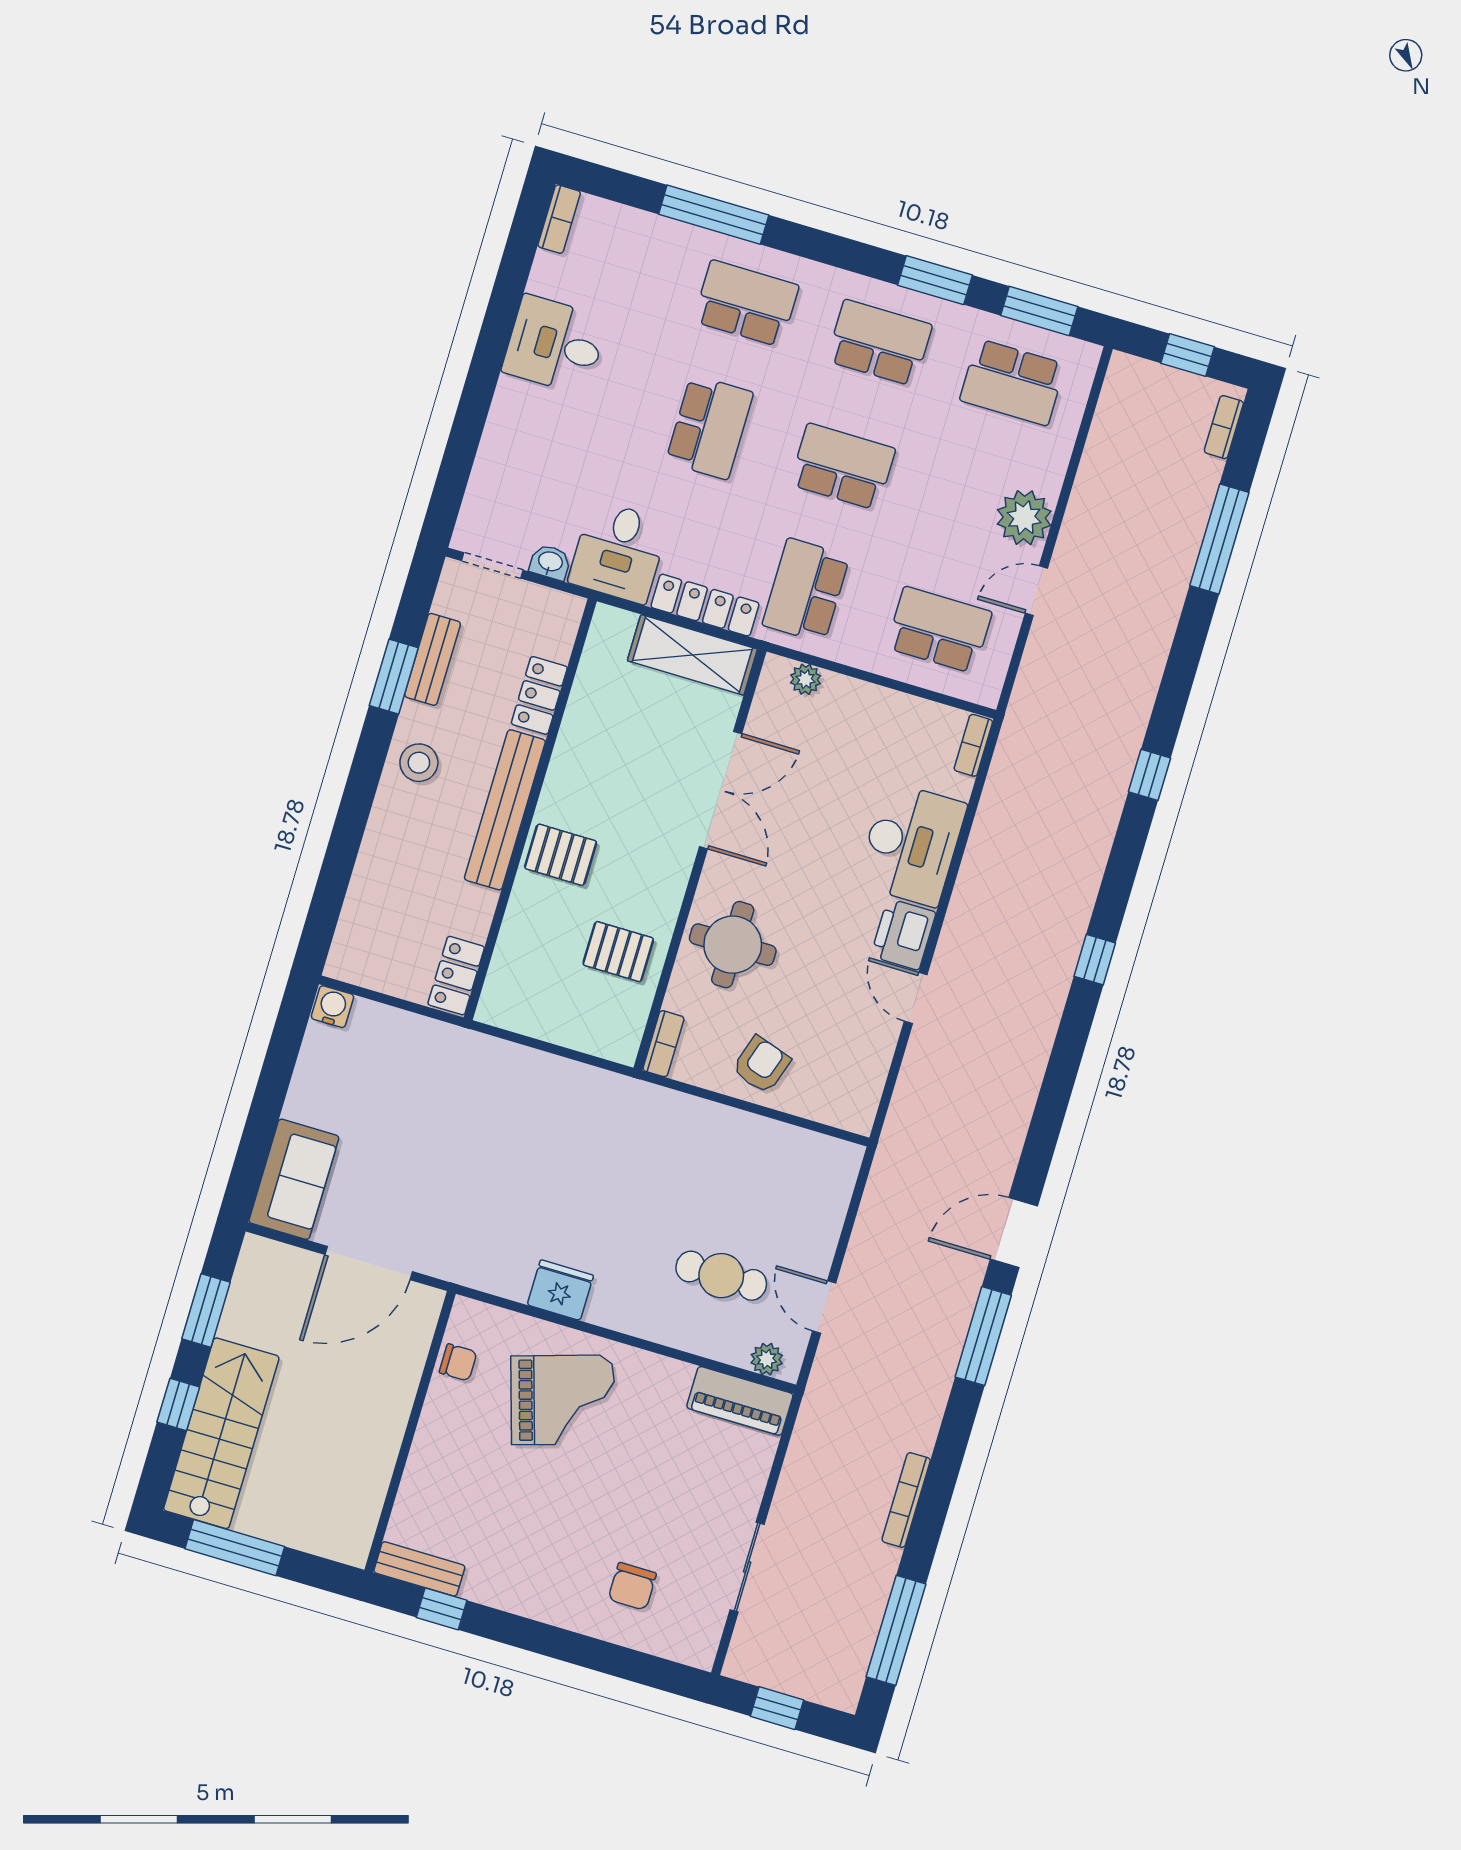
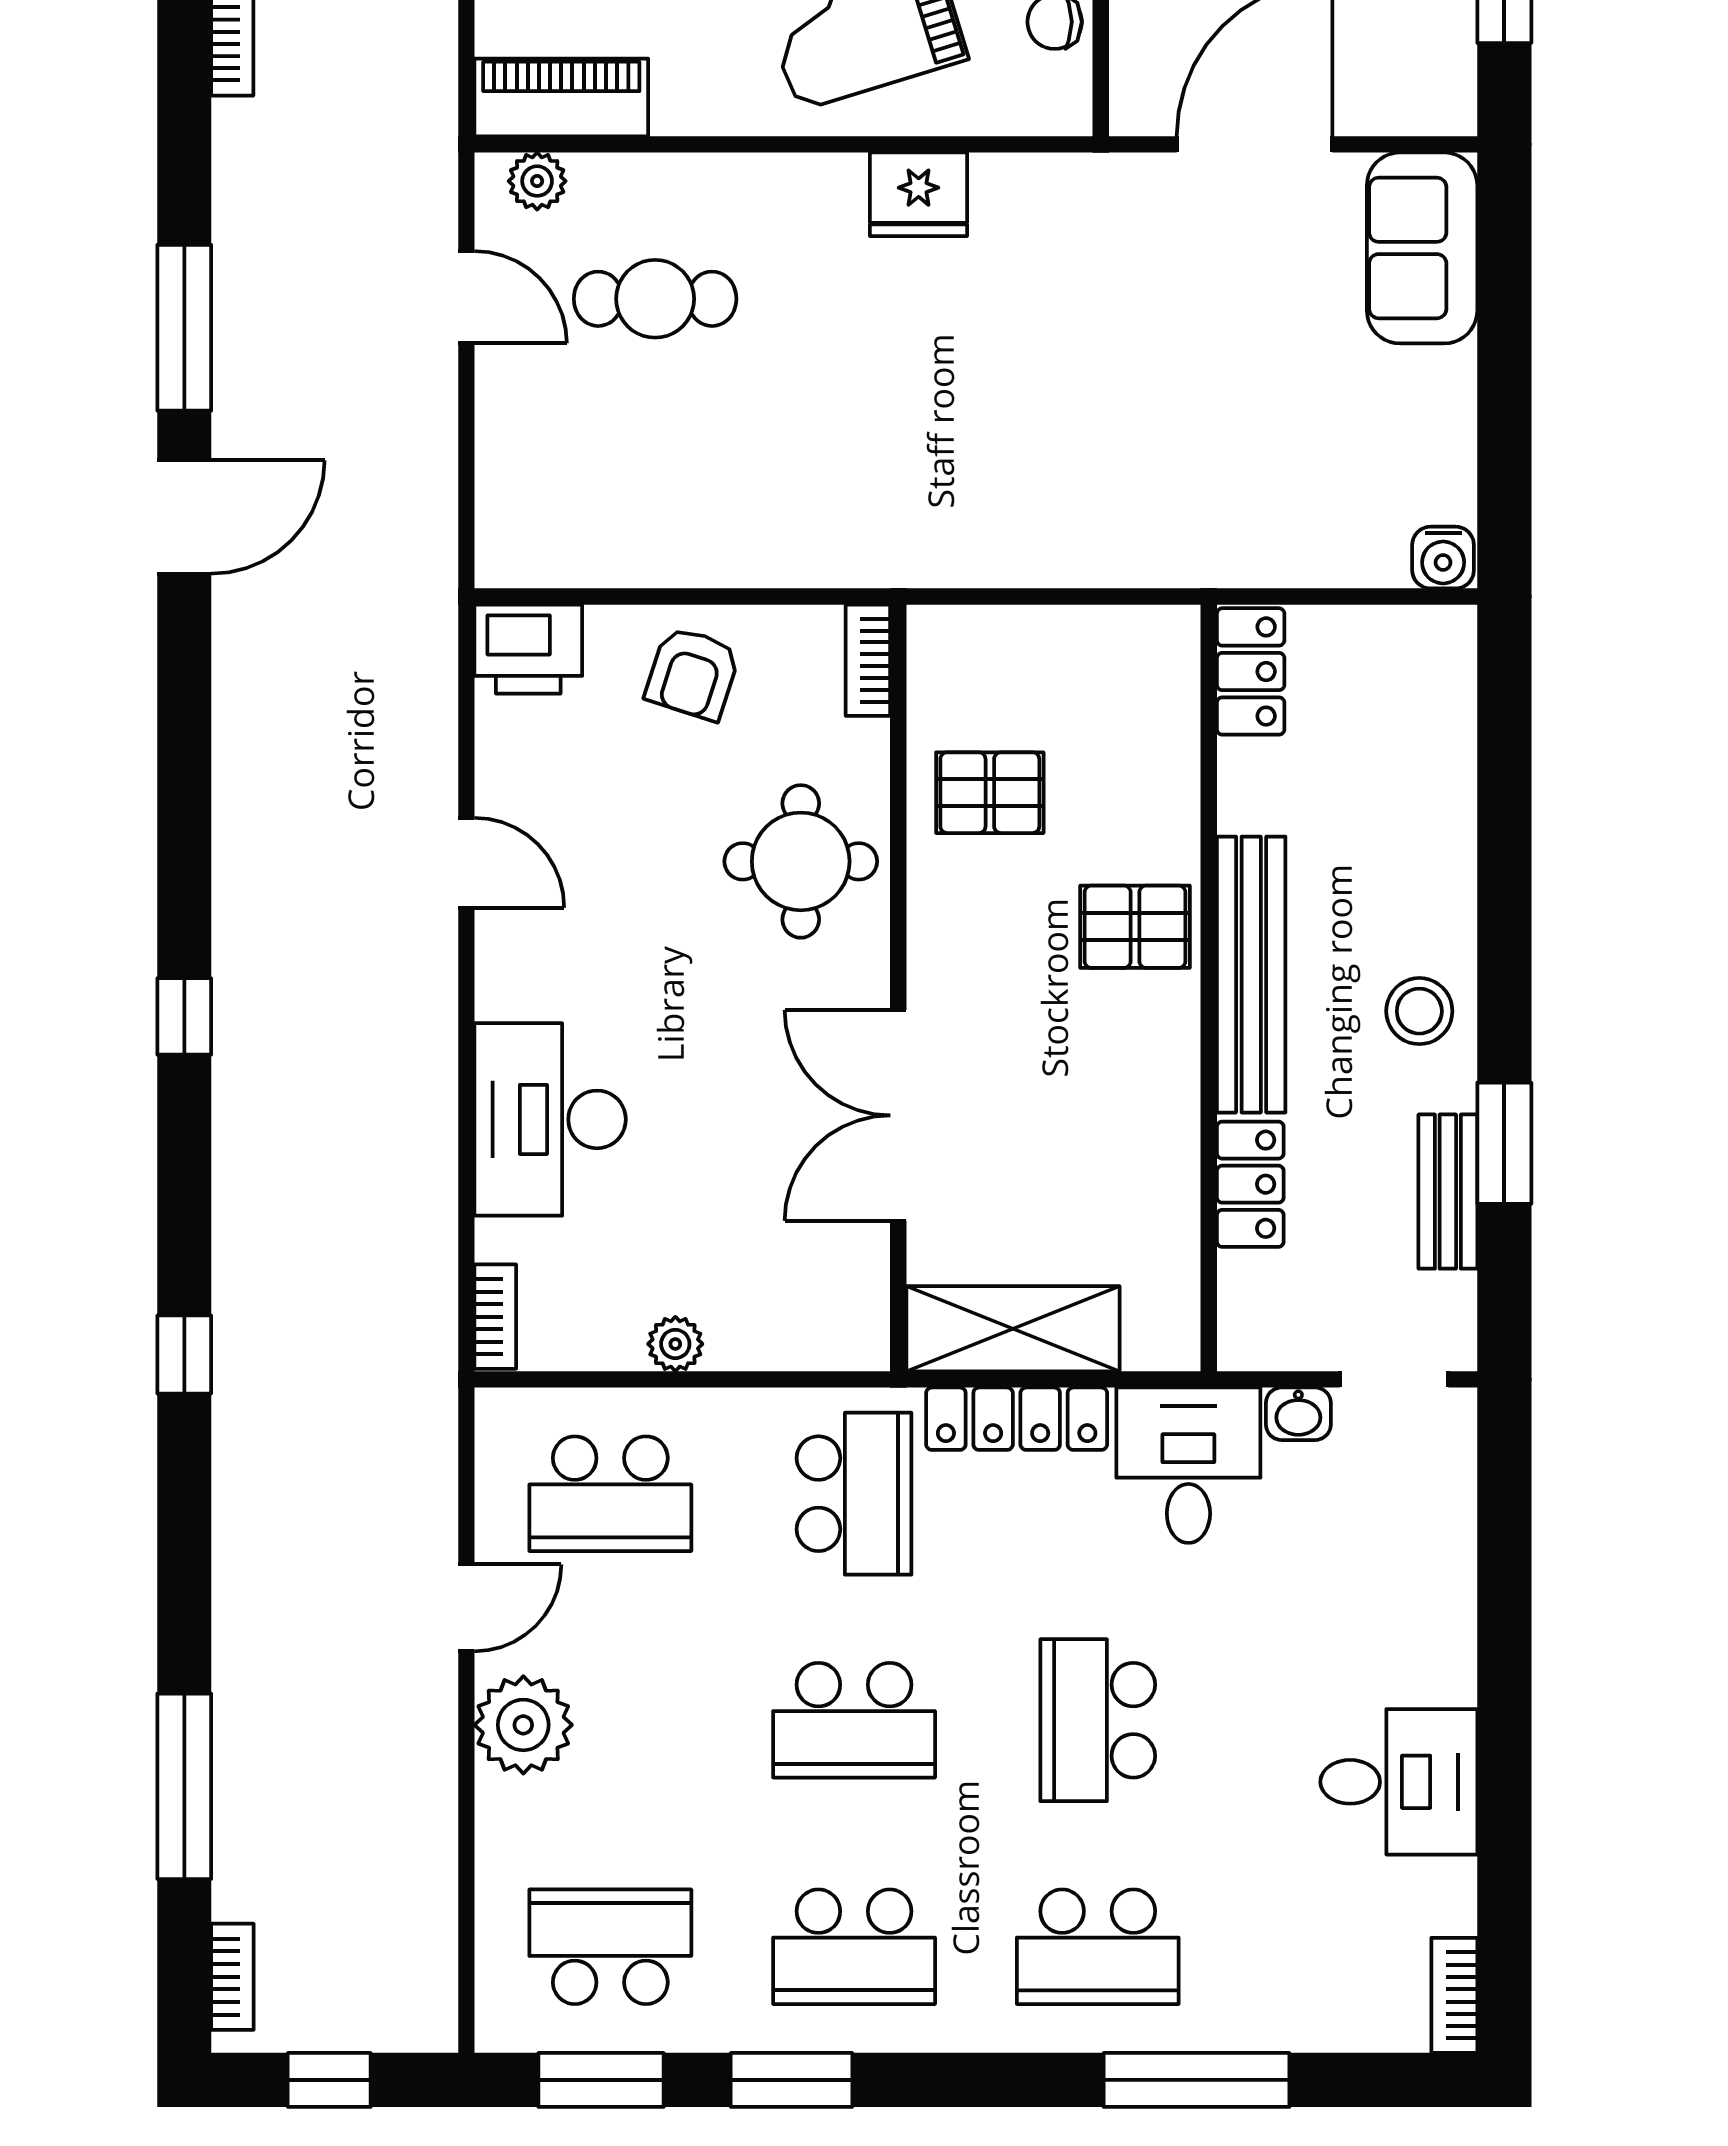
plant: (805, 679) -> (675, 1344), moved
printer: (903, 934) -> (528, 649), moved, turned 90

